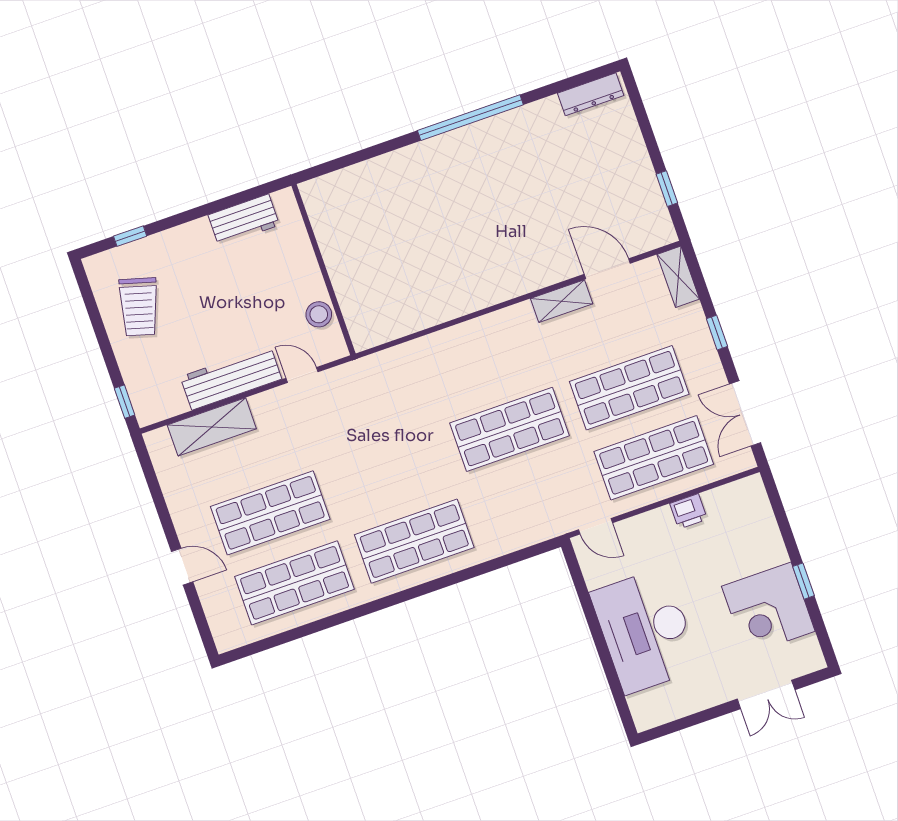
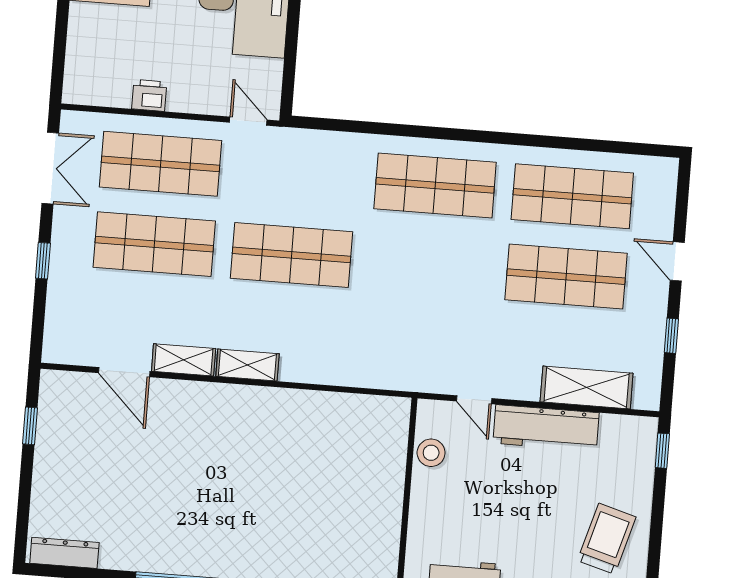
shelving: (678, 277) -> (247, 365), moved, turned 90
window: (160, 502) -> (671, 336), added

